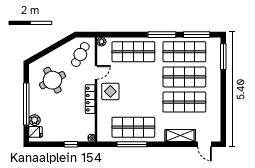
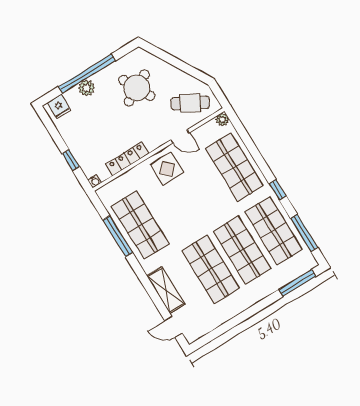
window: (162, 35) -> (278, 190), width x0.46
locker: (90, 99) -> (127, 159), moved
plant: (35, 120) -> (87, 88), moved
door: (204, 144) -> (173, 327), hinge flipped

